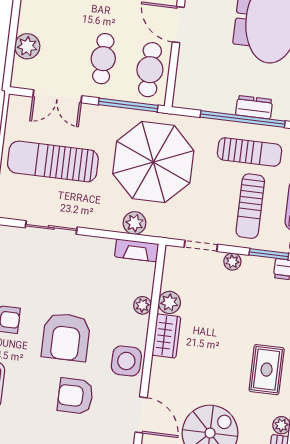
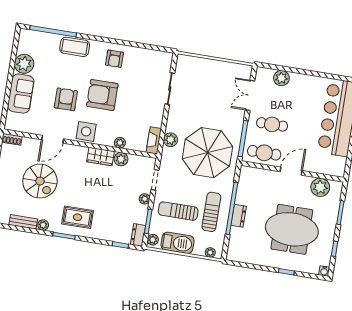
sun lounger: (250, 152) -> (211, 212), turned 180
sun lounger: (53, 161) -> (210, 91), removed

